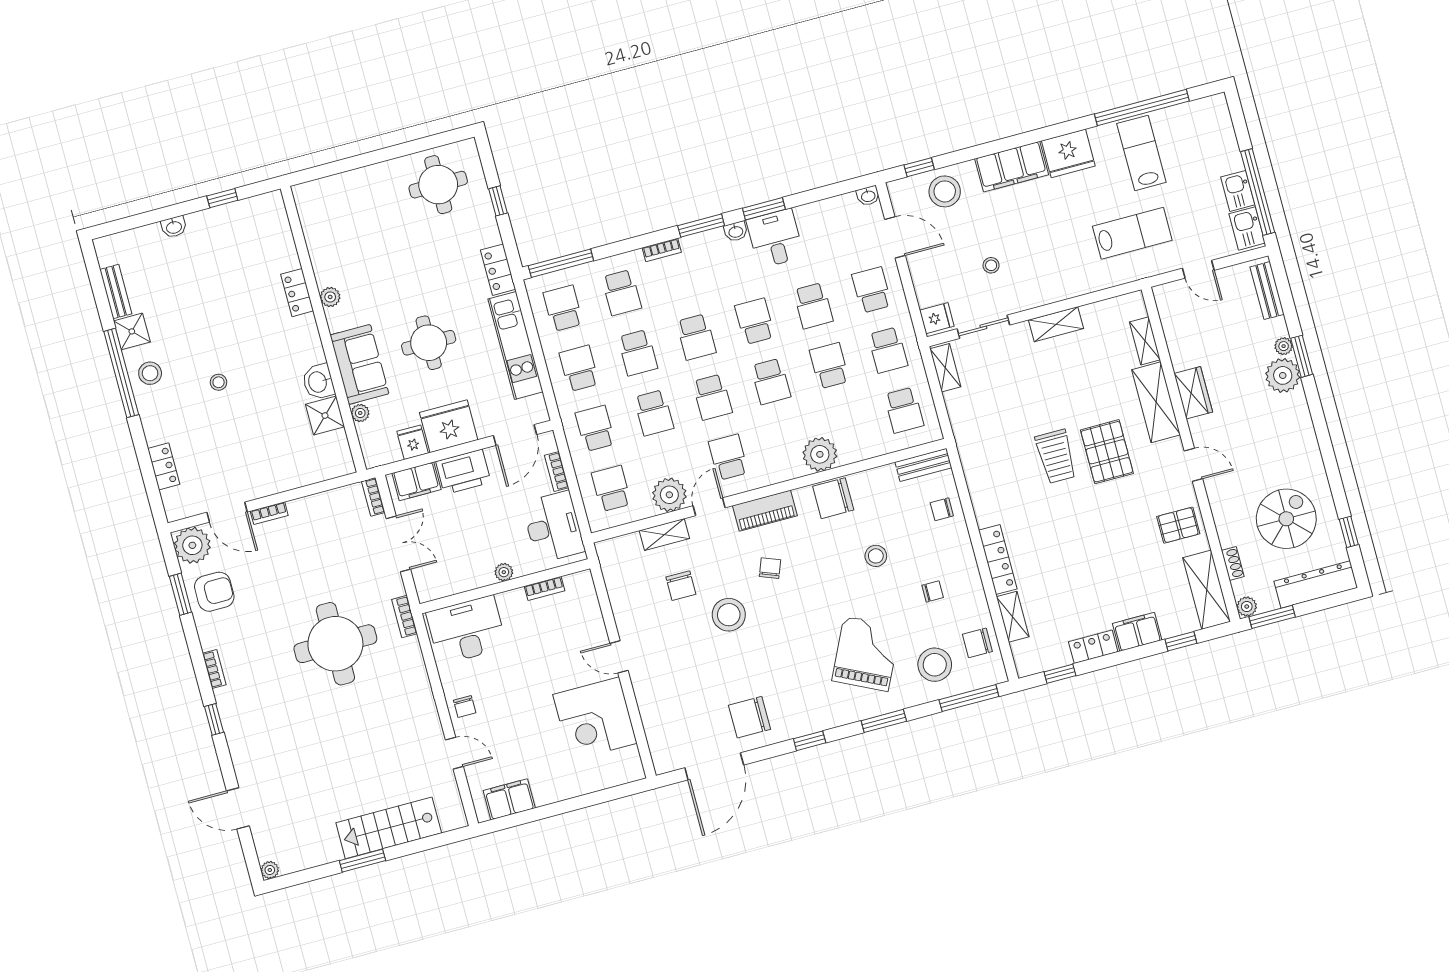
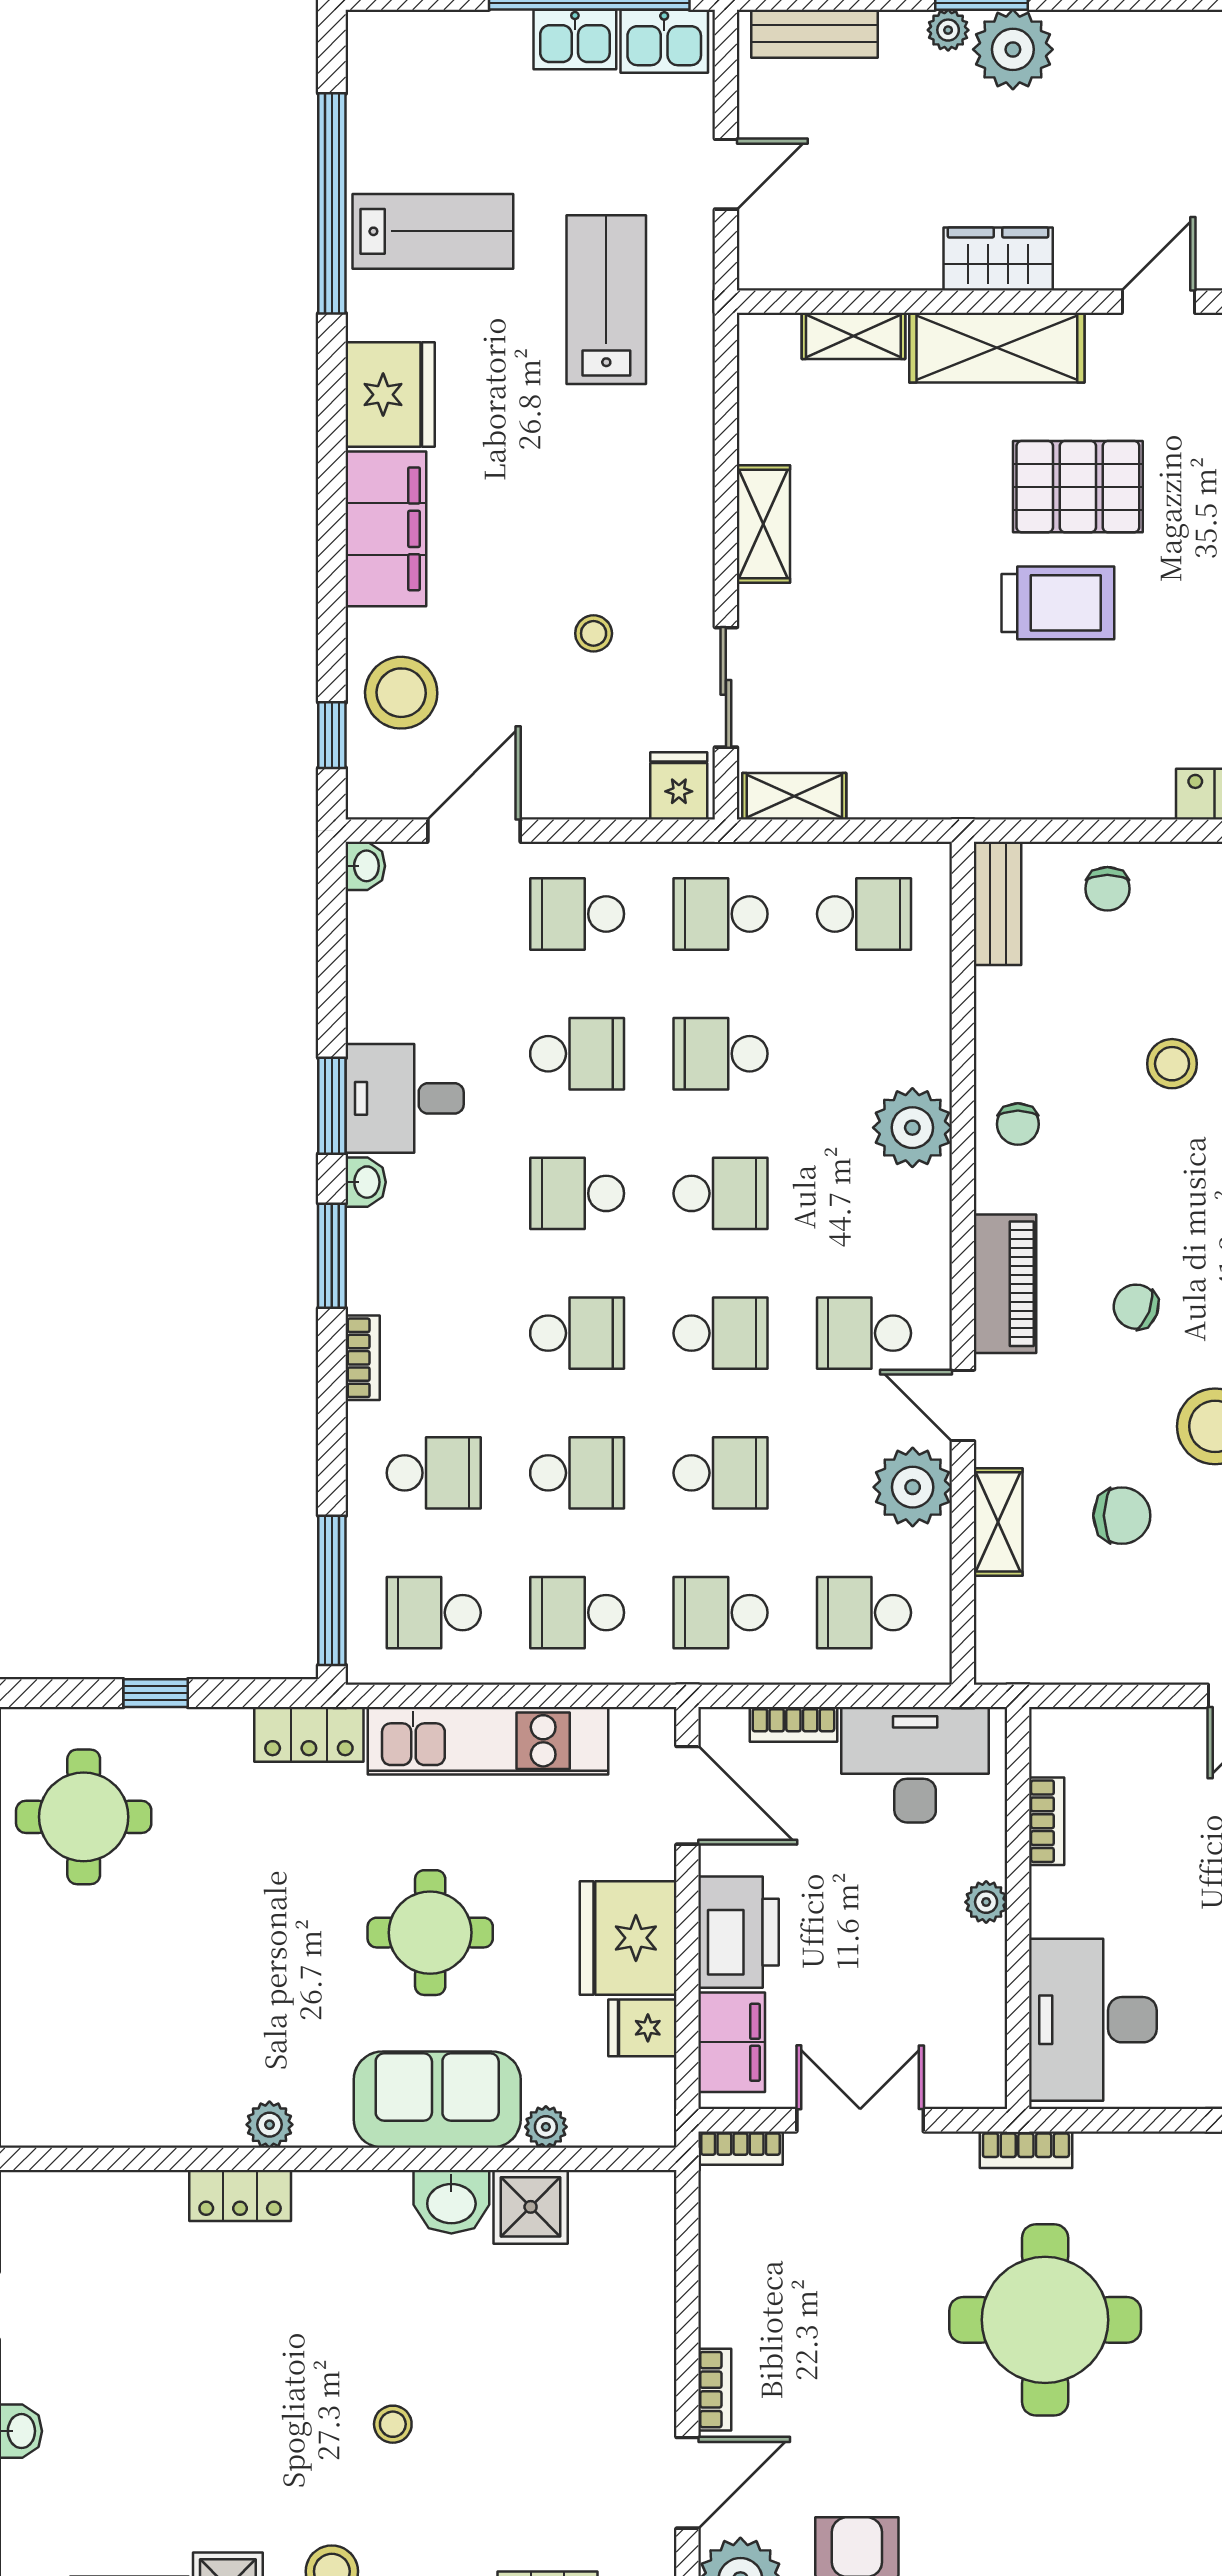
lab bench: (1141, 153) -> (433, 231), turned 180
school desk: (888, 350) -> (721, 914), turned 180
chair: (833, 498) -> (1018, 1124), width x0.54, depth x0.54

